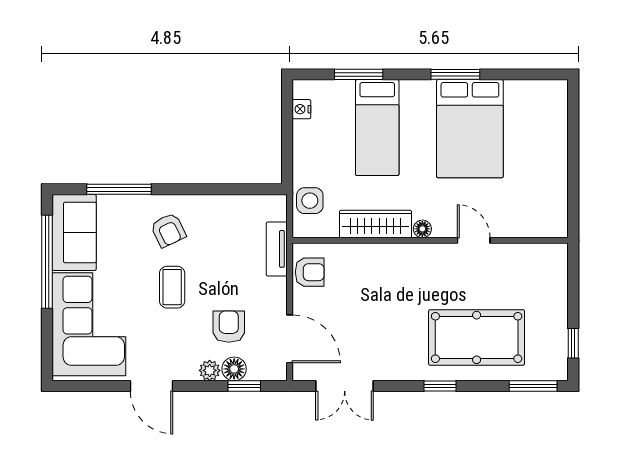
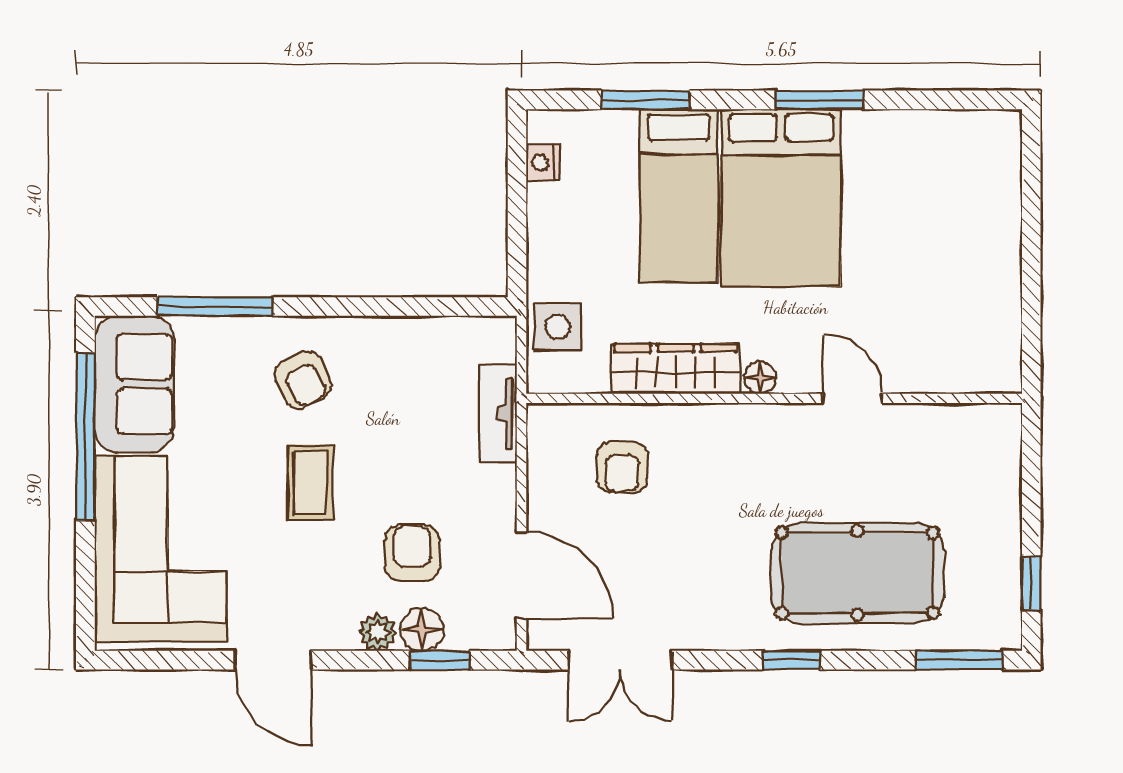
bed: (470, 129) -> (781, 198), moved
armchair: (310, 272) -> (622, 467), moved, turned 90

